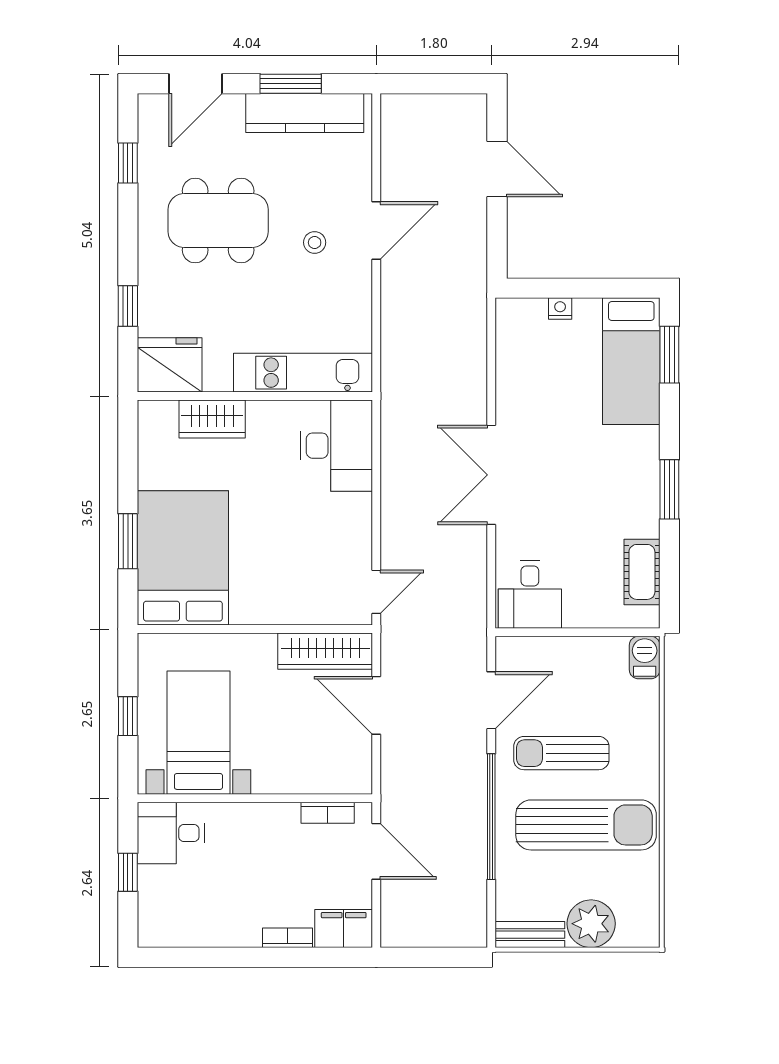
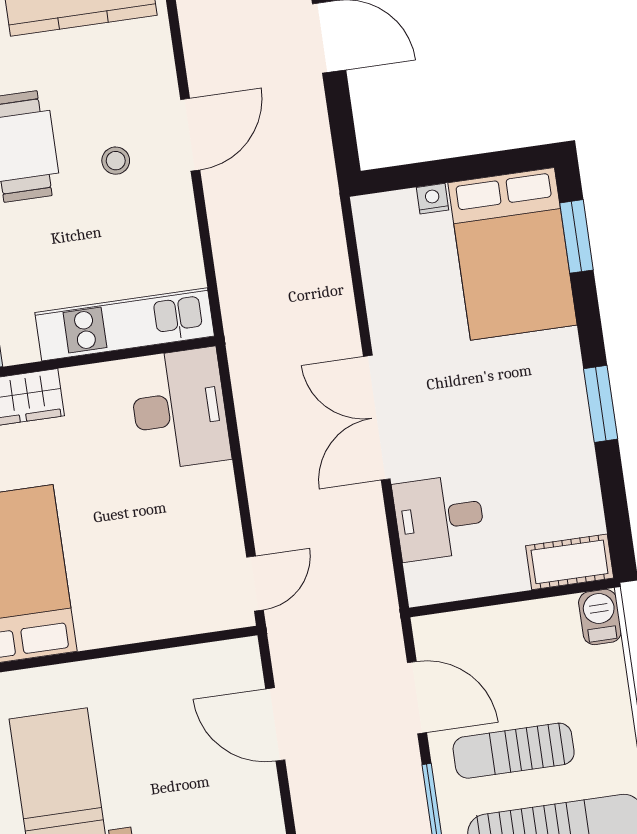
bed: (631, 361) -> (513, 254), width x1.50
cot: (642, 572) -> (570, 562), moved, turned 90
desk: (530, 594) -> (439, 518), moved, turned 90
wardrobe: (325, 651) -> (202, 666), removed
door: (491, 700) -> (417, 698), hinge flipped

